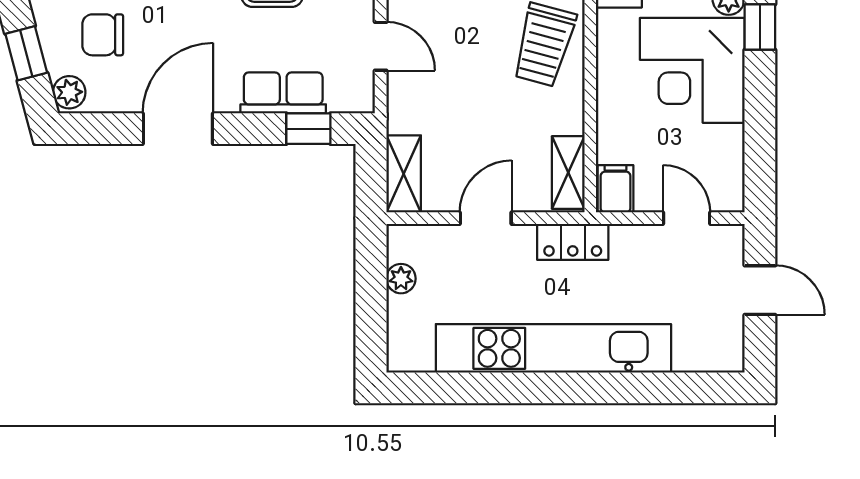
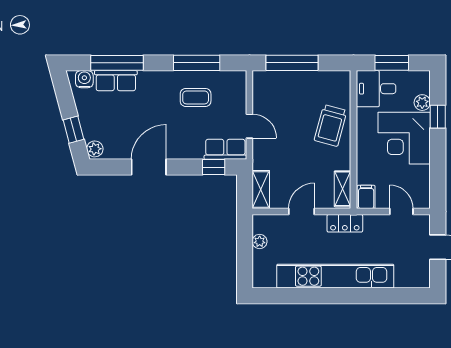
chair: (103, 35) -> (111, 120), removed
row of seats: (283, 93) -> (225, 149), moved

